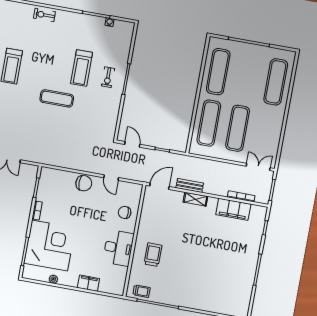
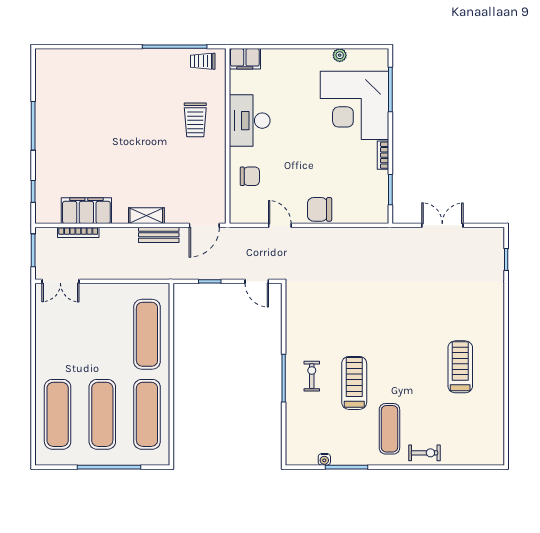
exercise mat: (57, 98) -> (389, 429), moved, turned 90
exercise mat: (238, 128) -> (102, 414), moved
filing cabinet: (88, 283) -> (245, 59), moved

